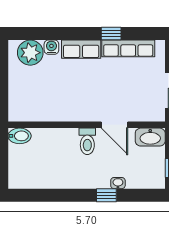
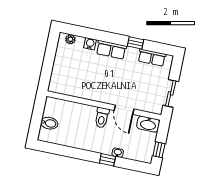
row of seats: (128, 48) -> (152, 58), width x0.68
plant: (30, 53) -> (70, 39), width x0.53, depth x0.53
bidet: (20, 136) -> (49, 123), moved

